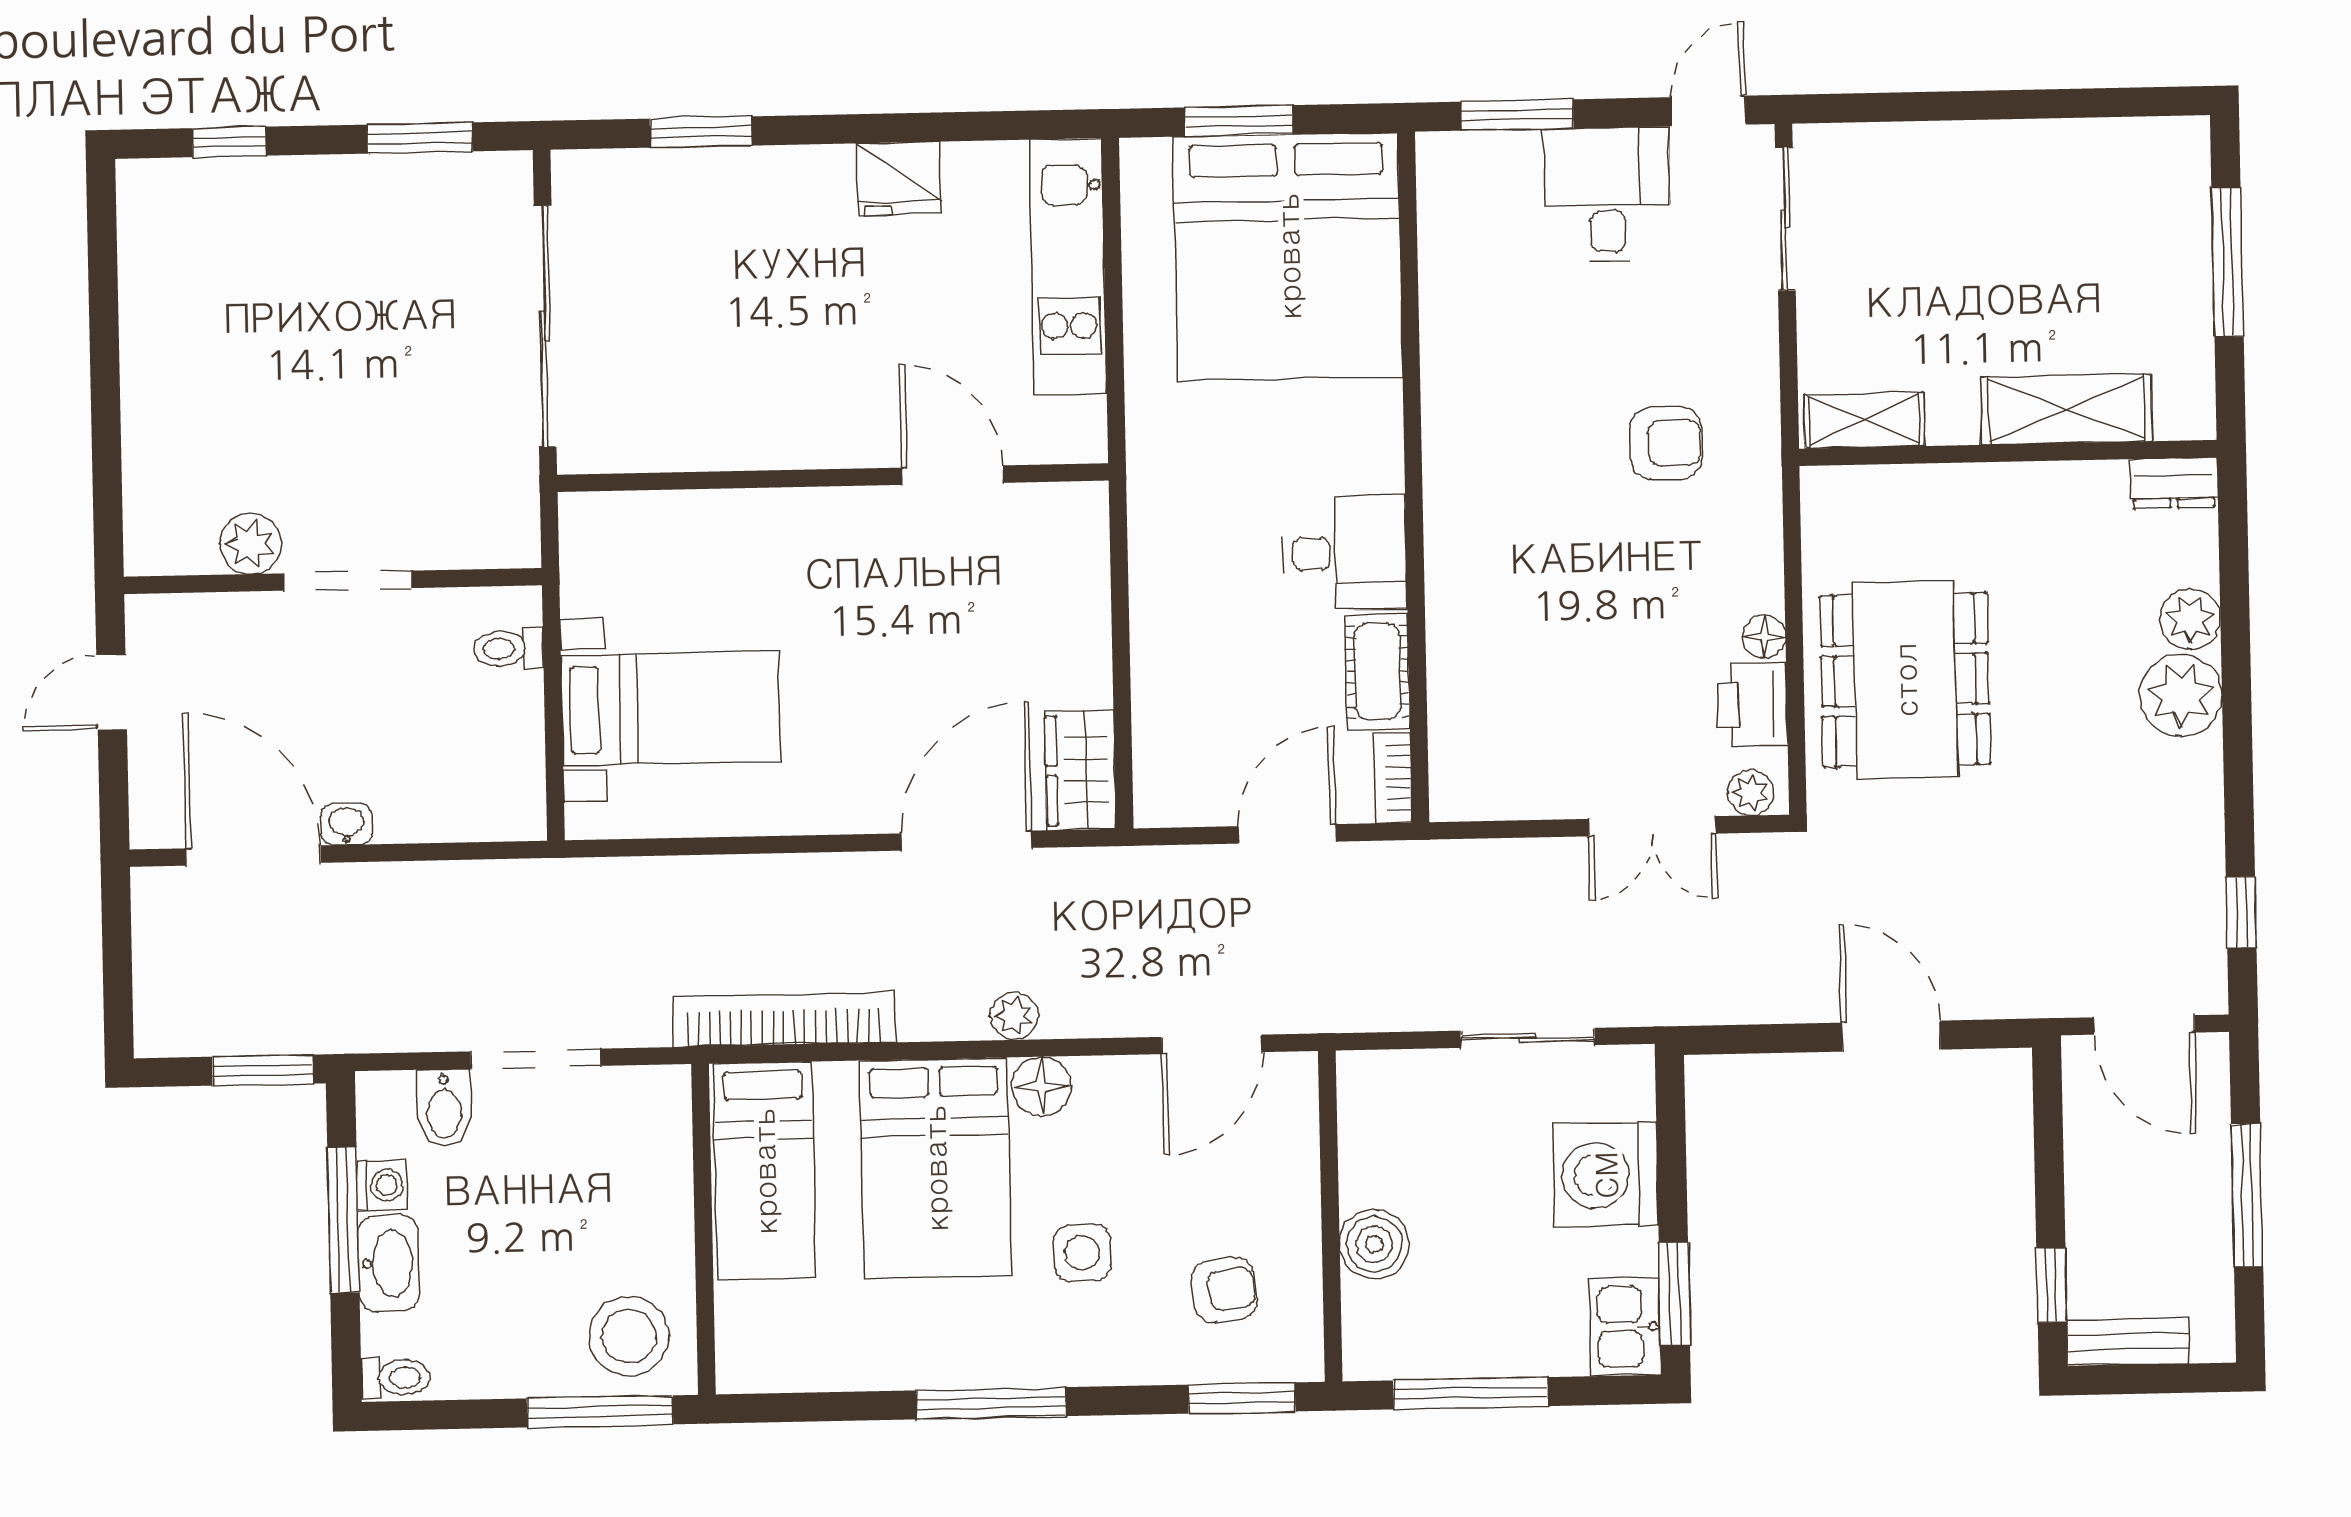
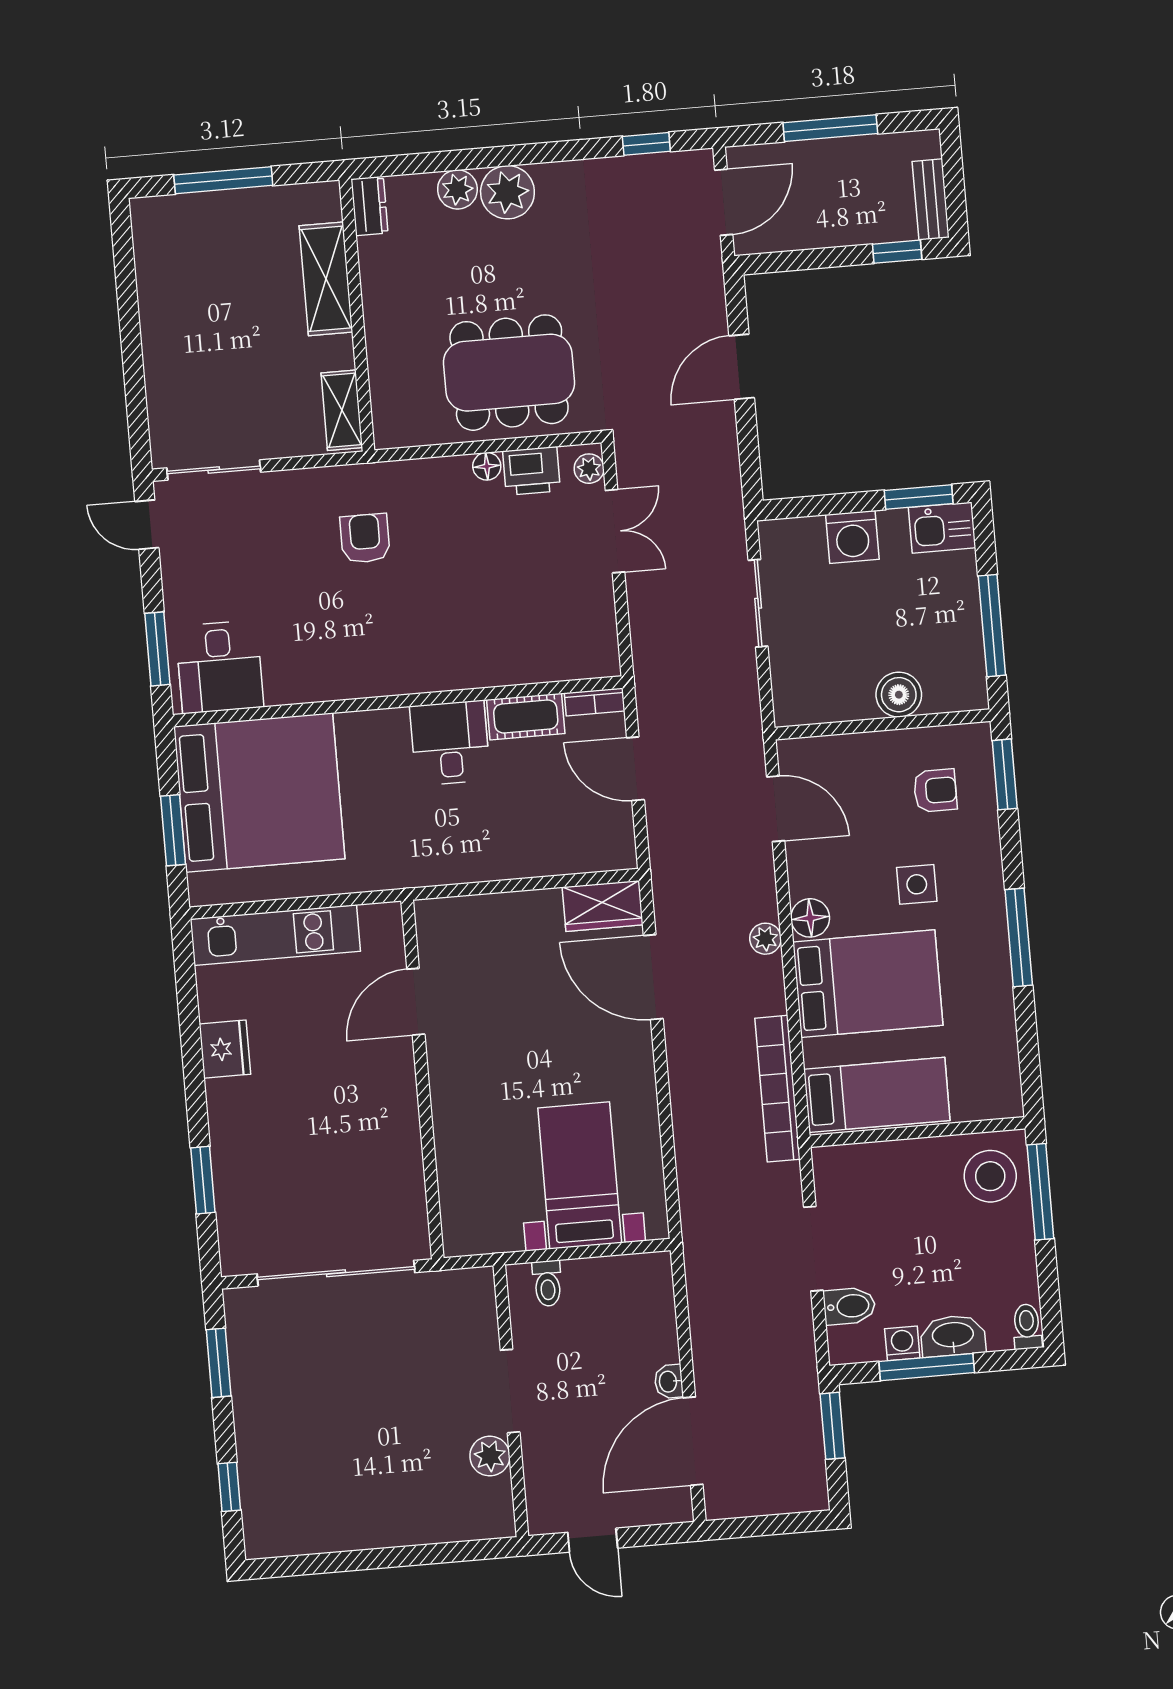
desk: (1607, 195) -> (220, 667), moved, turned -90
washing machine: (1606, 1175) -> (852, 537), width x0.73, depth x0.73
armchair: (1224, 1290) -> (935, 790), turned 99

